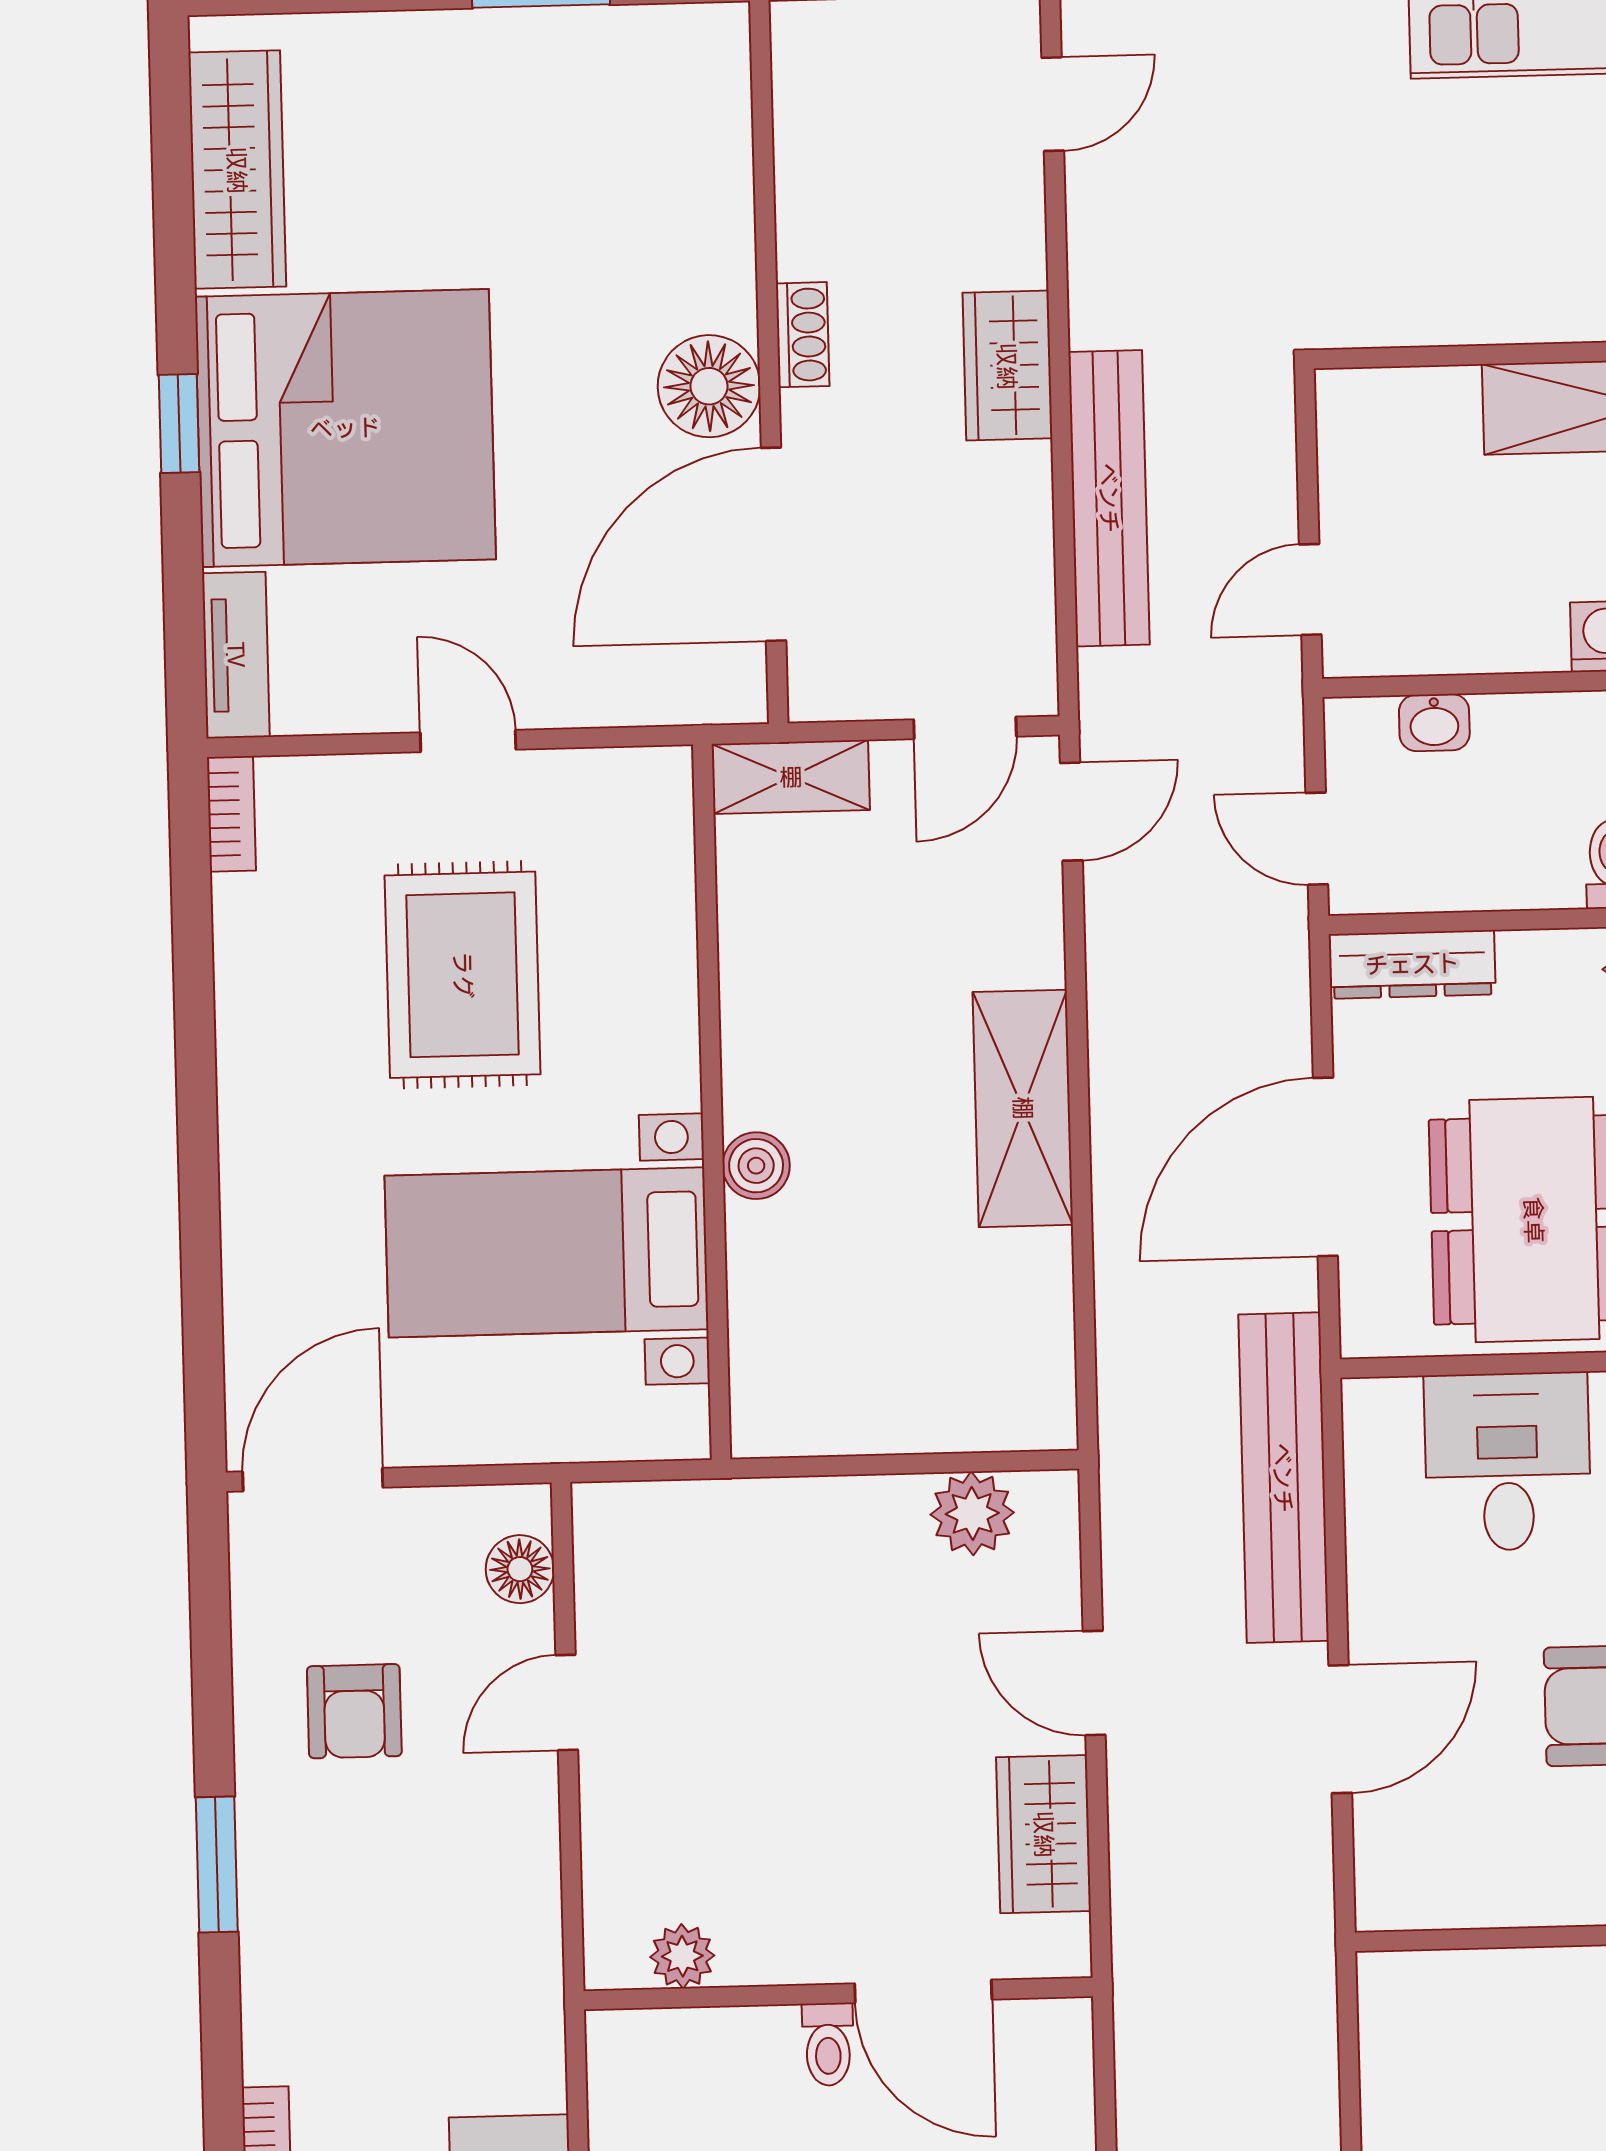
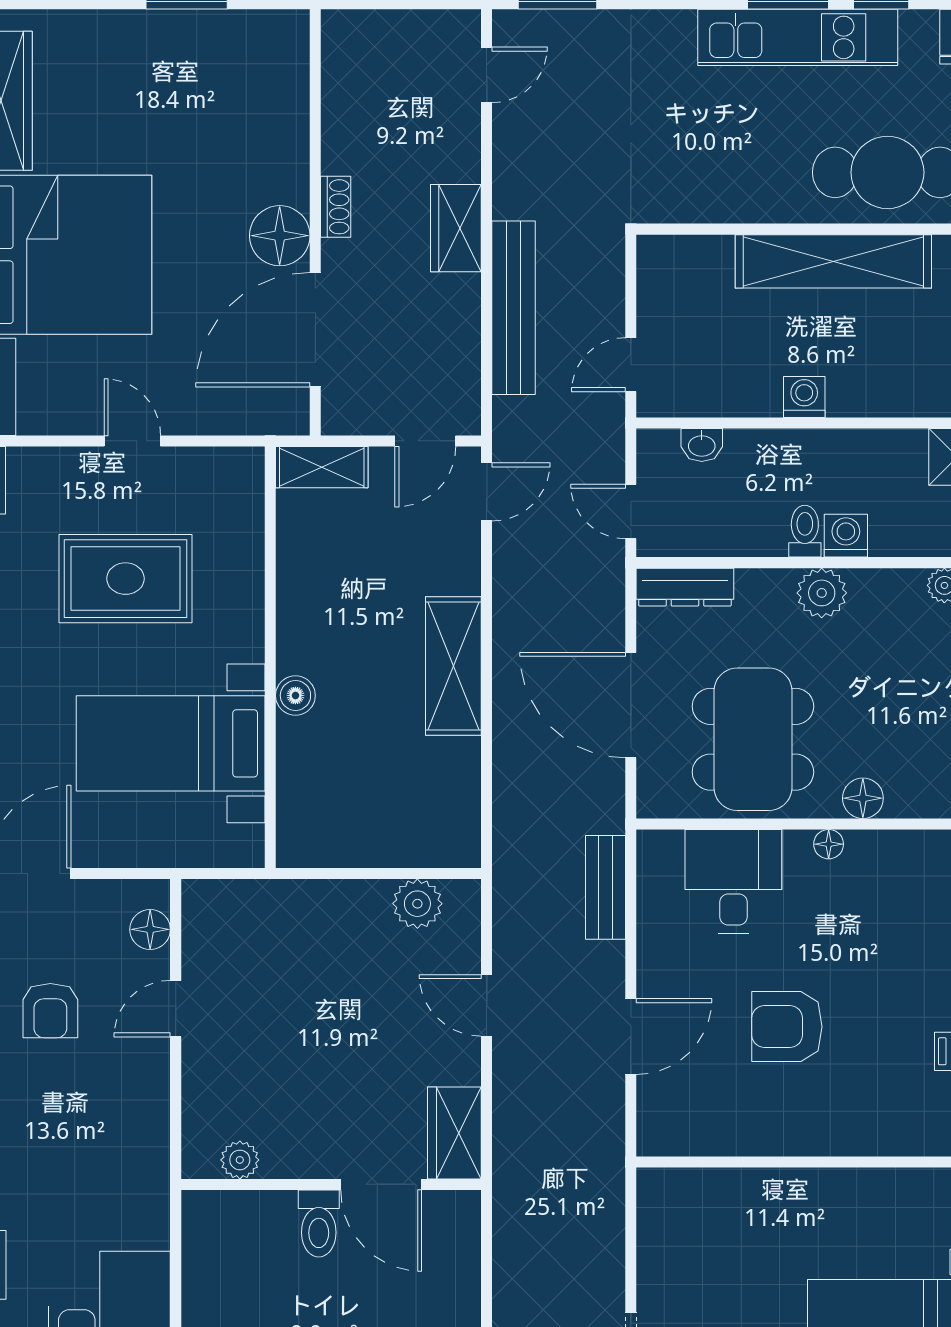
rug: (463, 975) -> (125, 579), turned 90
door: (1325, 1167) -> (631, 705), hinge flipped
bench: (1283, 1478) -> (606, 887), width x0.54, depth x0.82
wardrobe: (1044, 1834) -> (454, 1133), moved
toilet: (828, 2044) -> (319, 1224), width x1.37, depth x1.39

